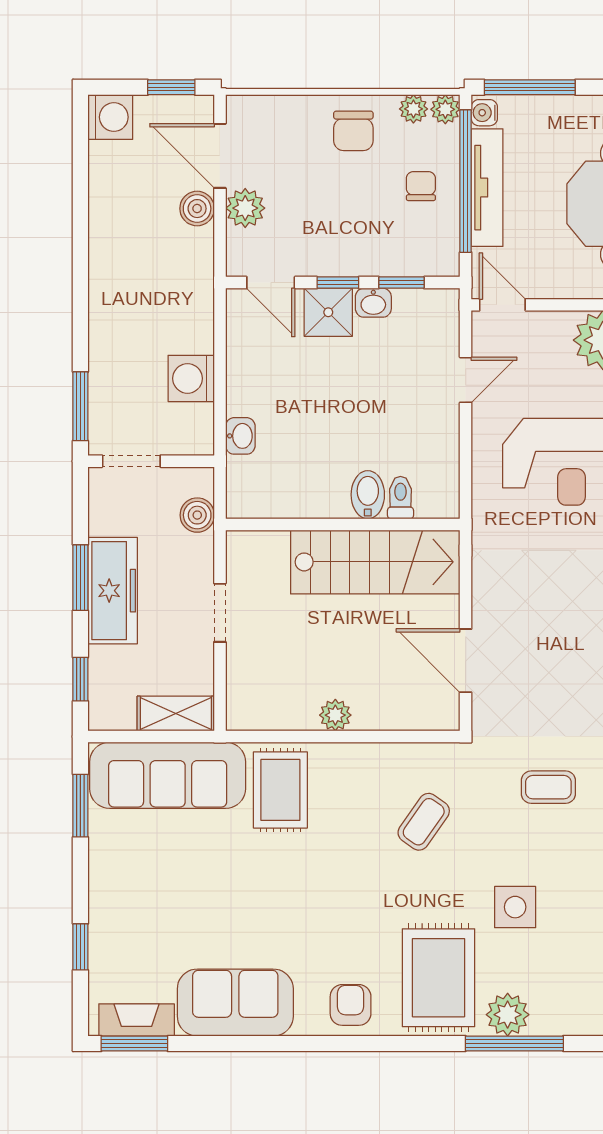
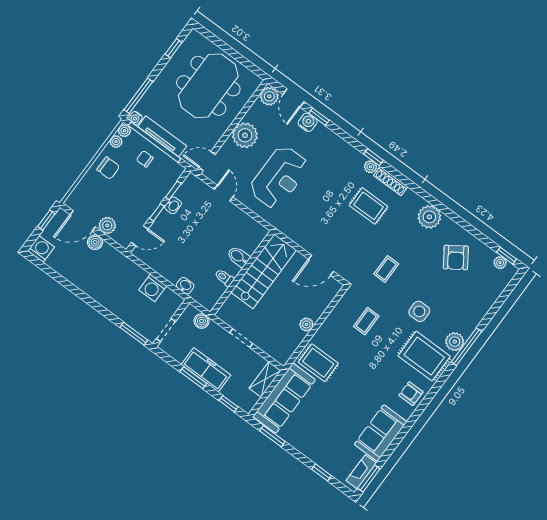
shower: (328, 312) -> (165, 223), removed
toilet: (400, 498) -> (224, 278), moved
coffee table: (424, 822) -> (366, 321), turned 55

